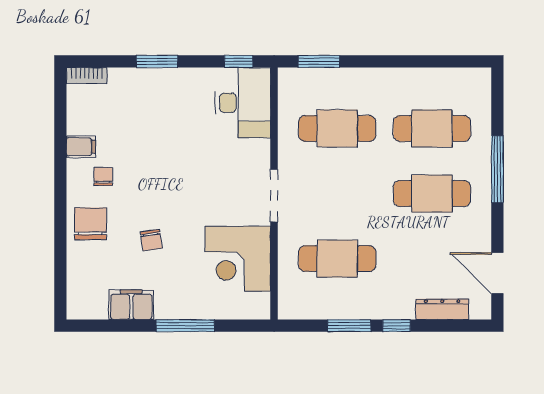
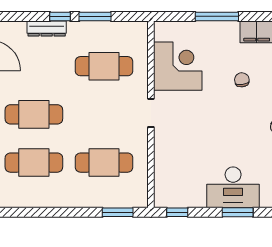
desk: (243, 103) -> (233, 187), moved, turned -90
doorway: (274, 195) -> (151, 113), width x0.73
dresser: (442, 309) -> (47, 29), moved

